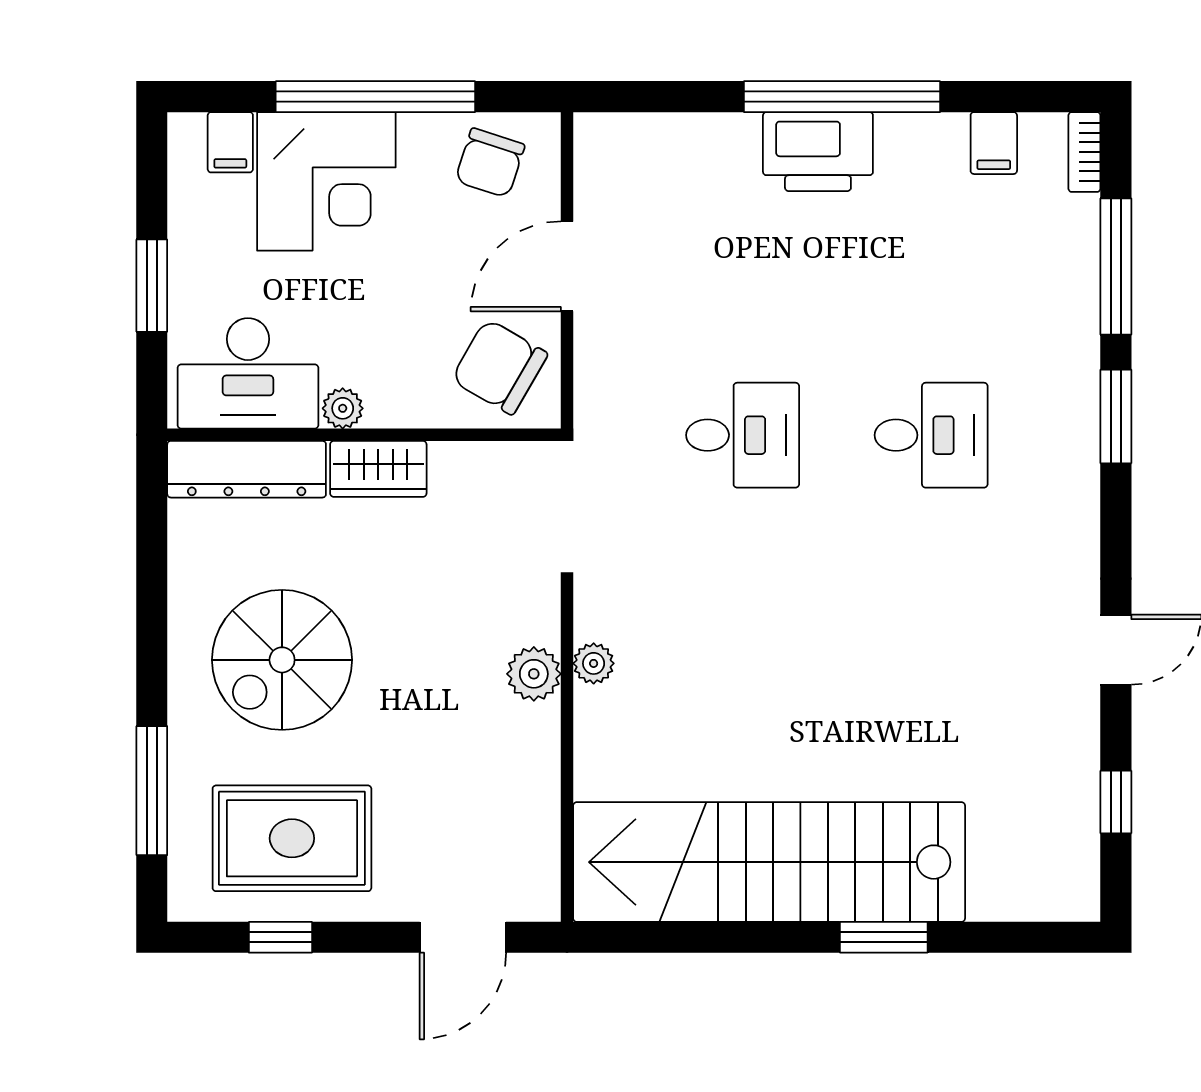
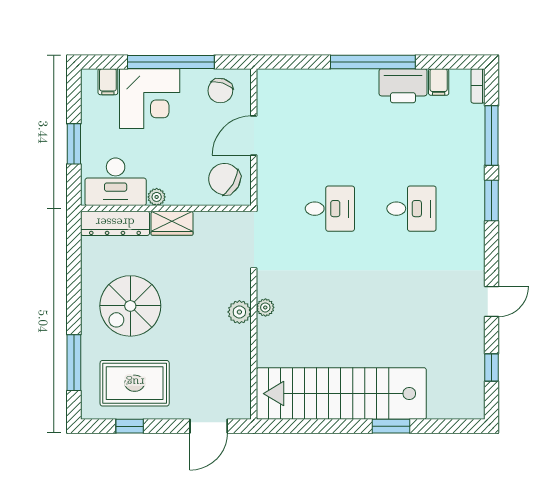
printer: (818, 152) -> (403, 86), moved

